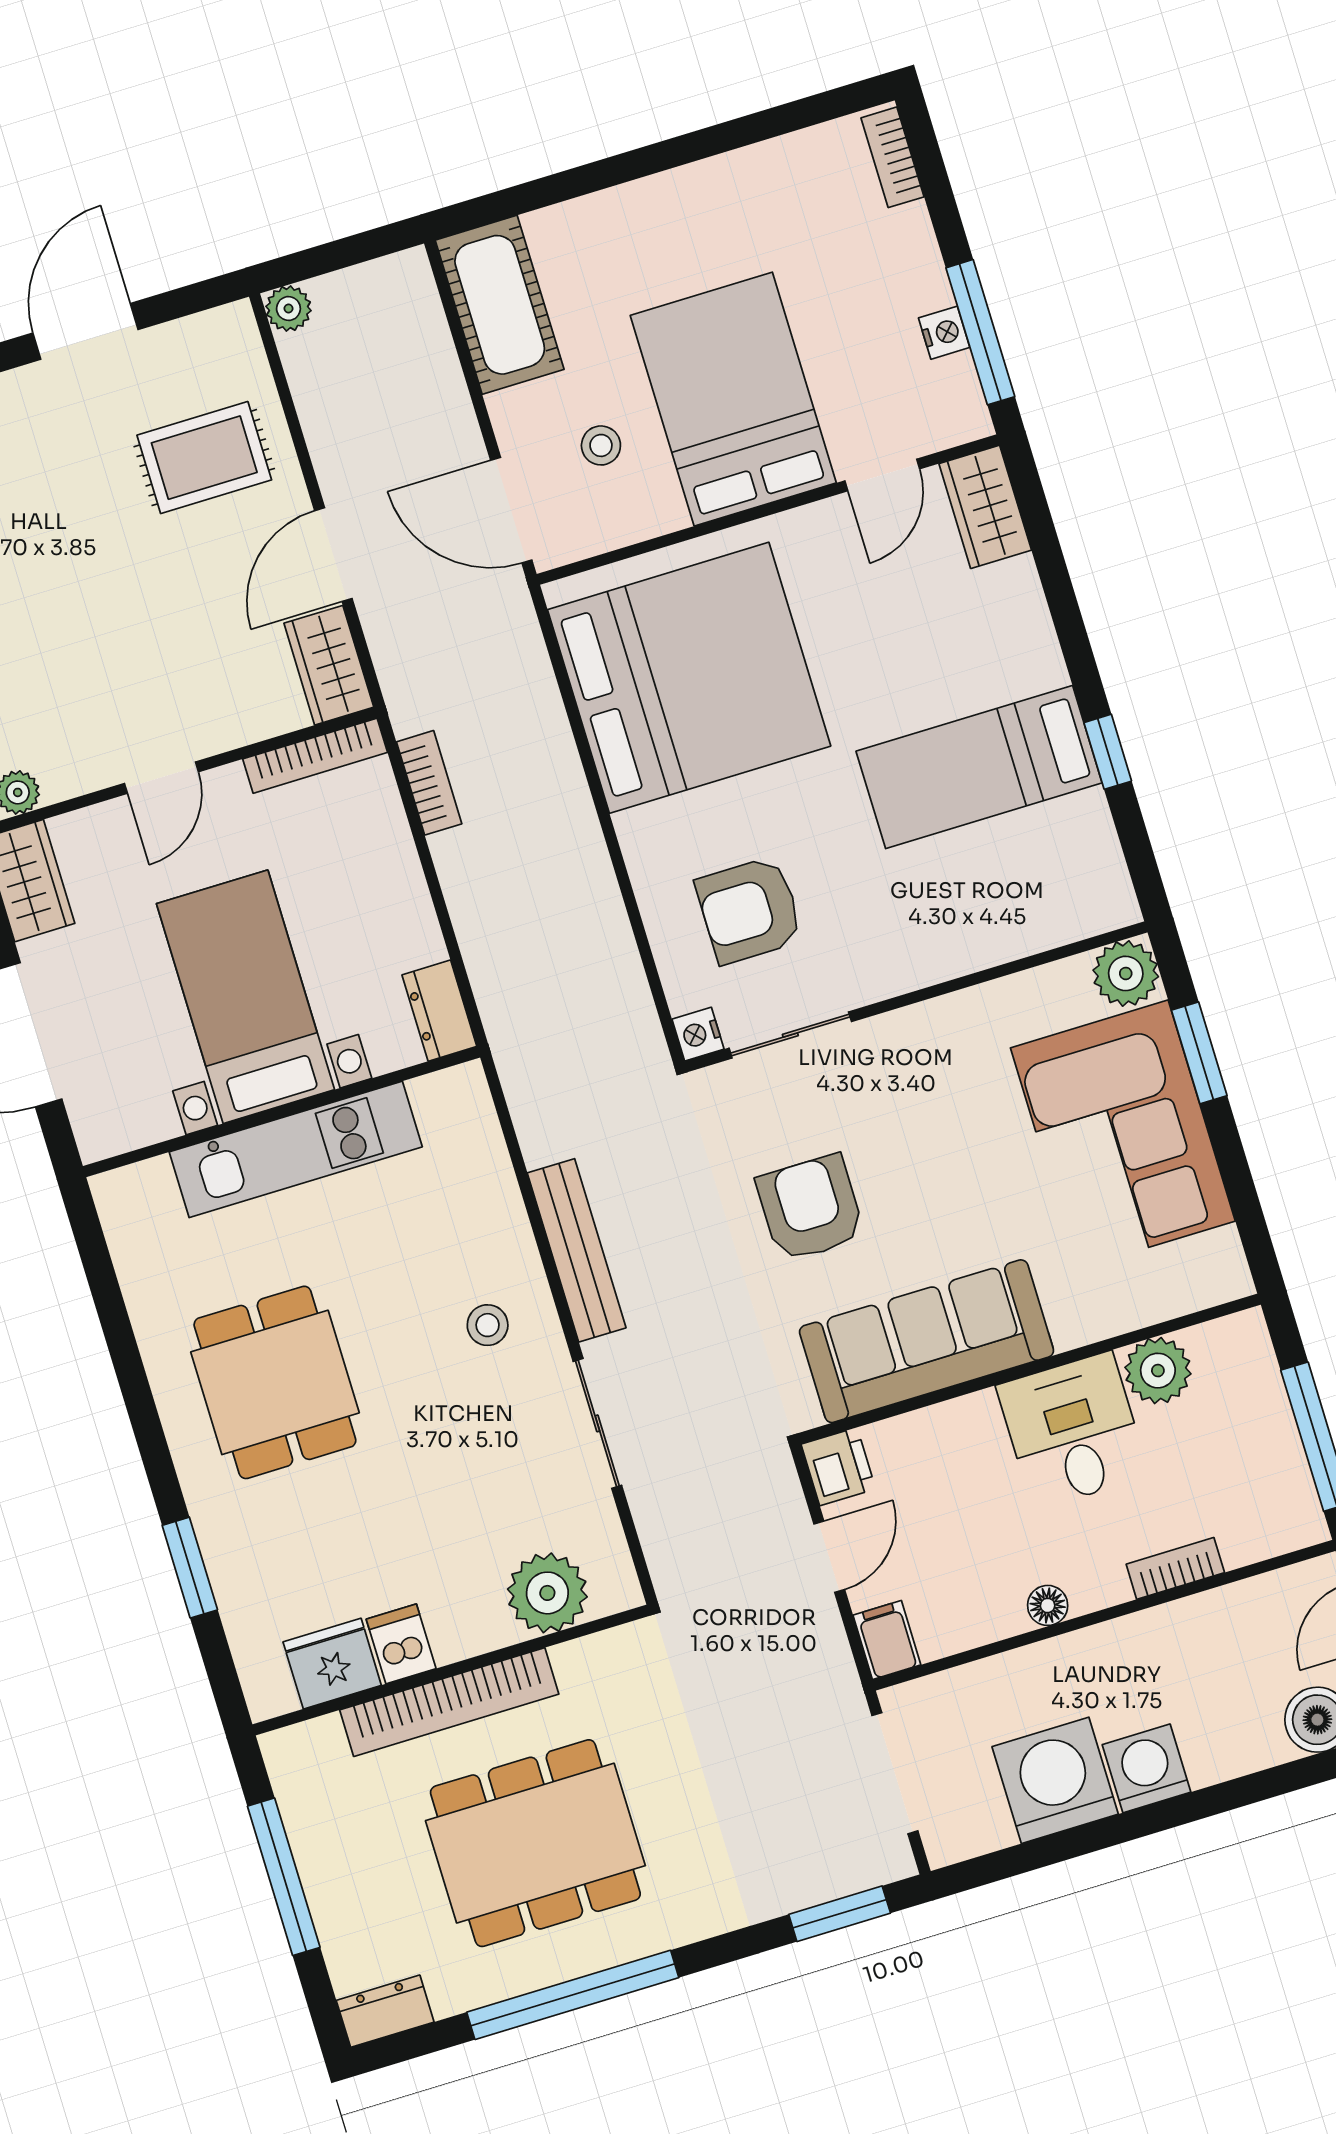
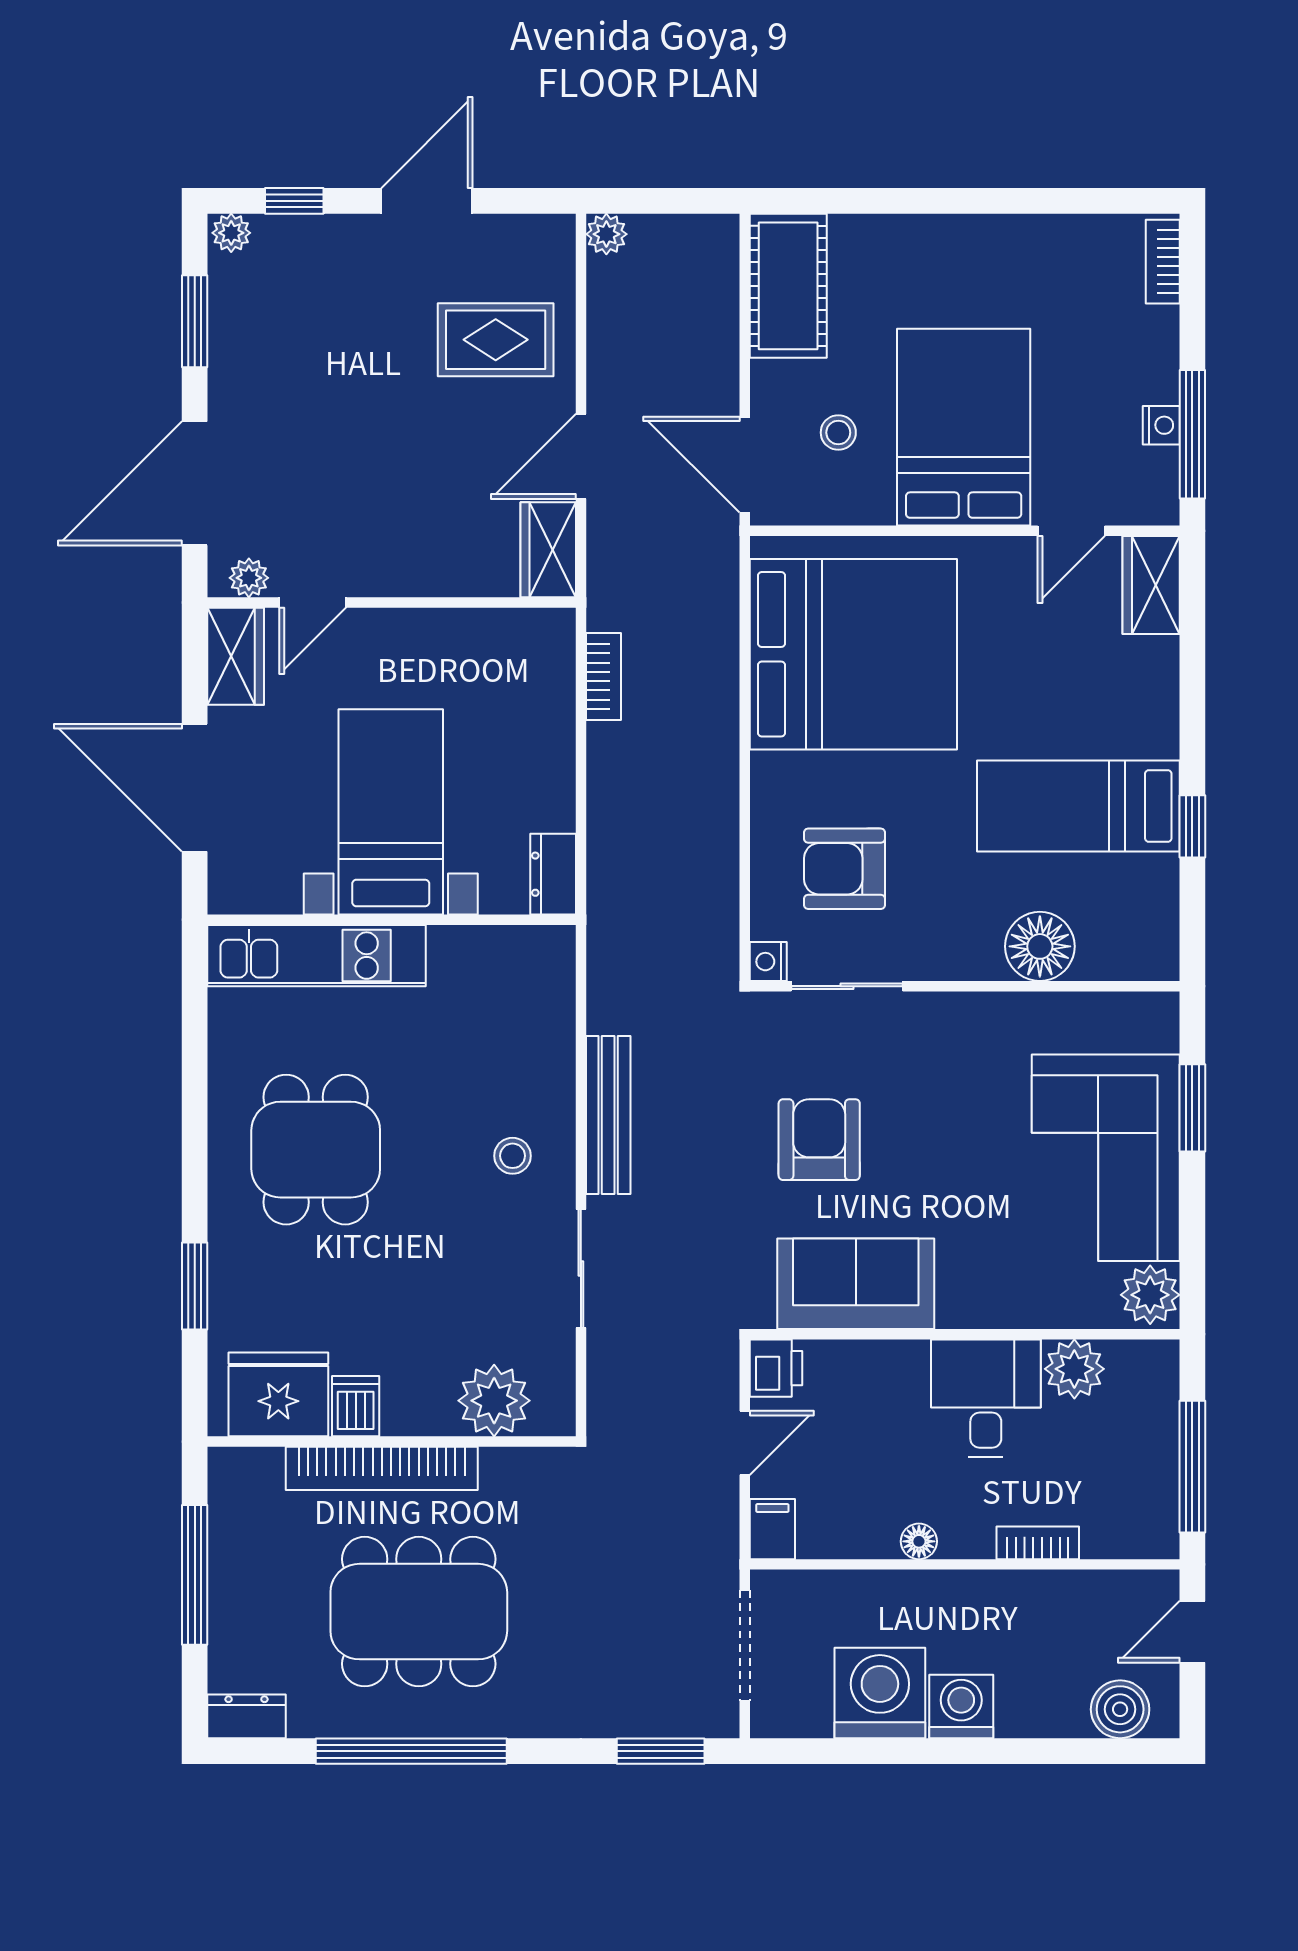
bookcase: (315, 756) -> (513, 624), removed
door: (161, 778) -> (313, 602), moved
floor lamp: (984, 930) -> (1040, 946), added
plant: (1126, 973) -> (1150, 1295), moved
kitchen unit: (296, 1149) -> (316, 956), moved
sofa: (927, 1341) -> (856, 1284), width x0.73
fridge: (332, 1664) -> (278, 1394), width x1.36, depth x1.34

